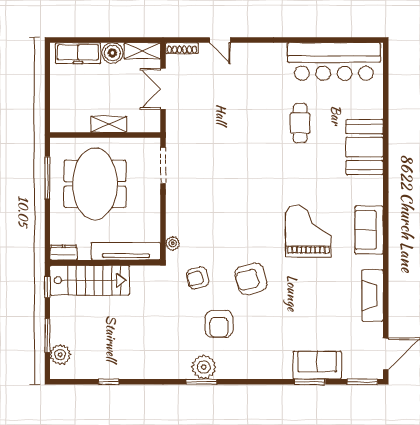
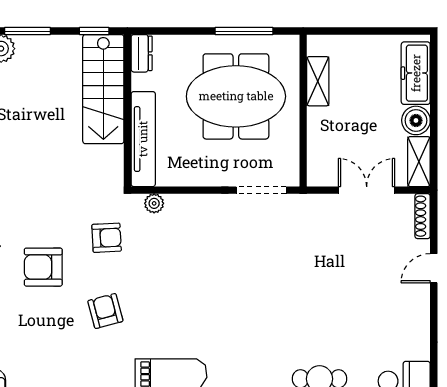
shelving: (109, 124) -> (318, 81), moved
armchair: (198, 278) -> (107, 238), turned 102
armchair: (251, 279) -> (105, 311), width x0.72, depth x0.72

